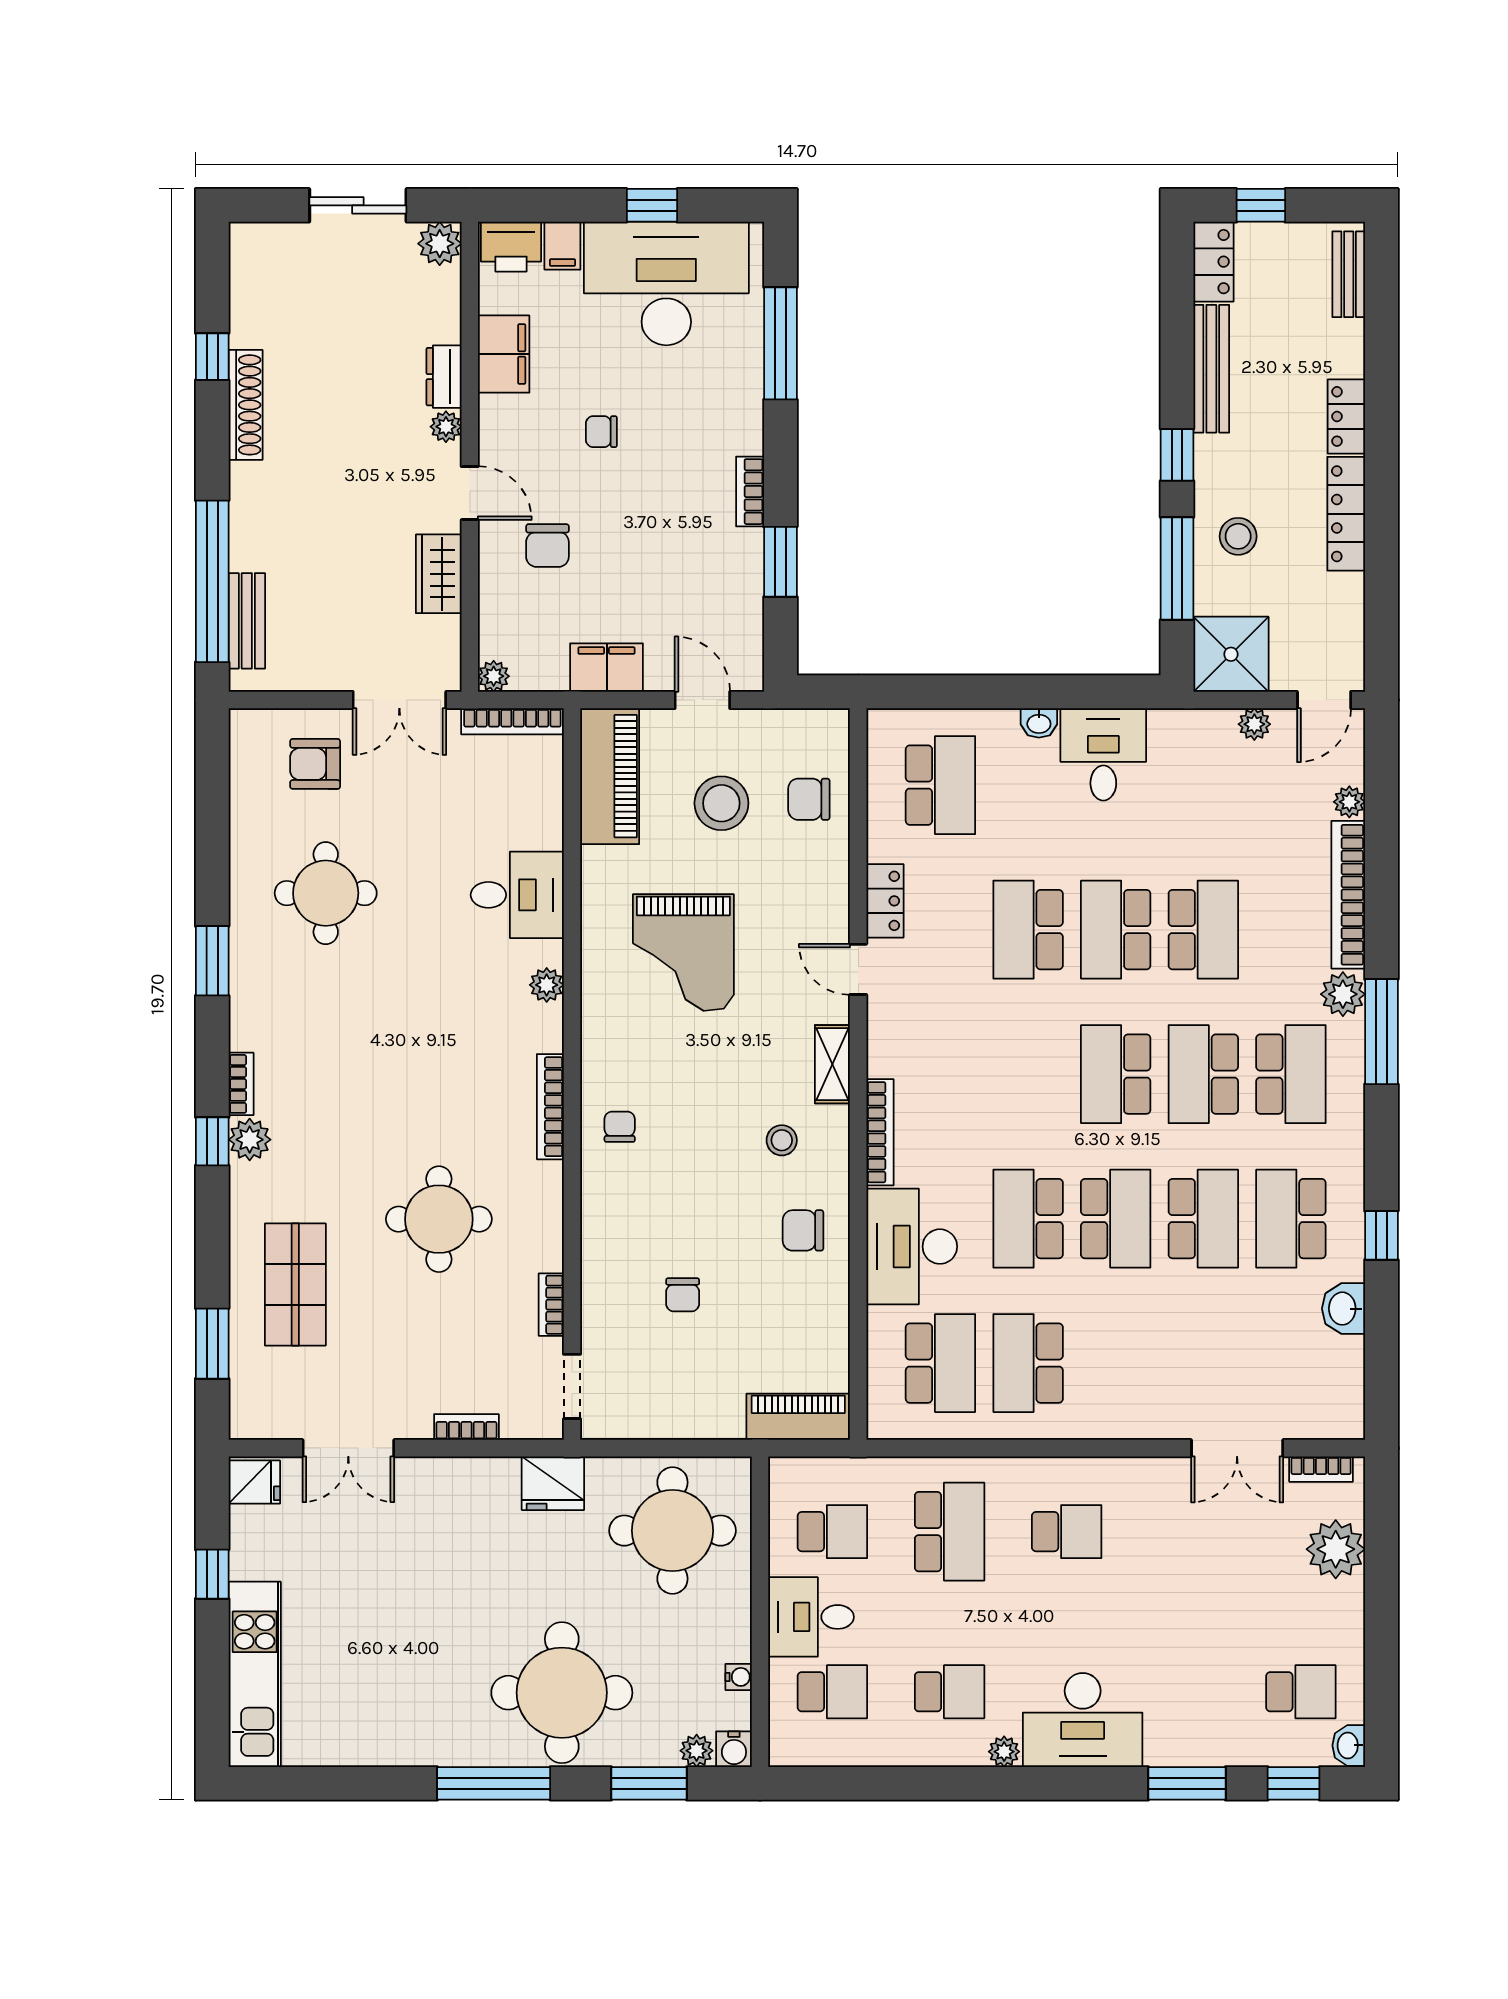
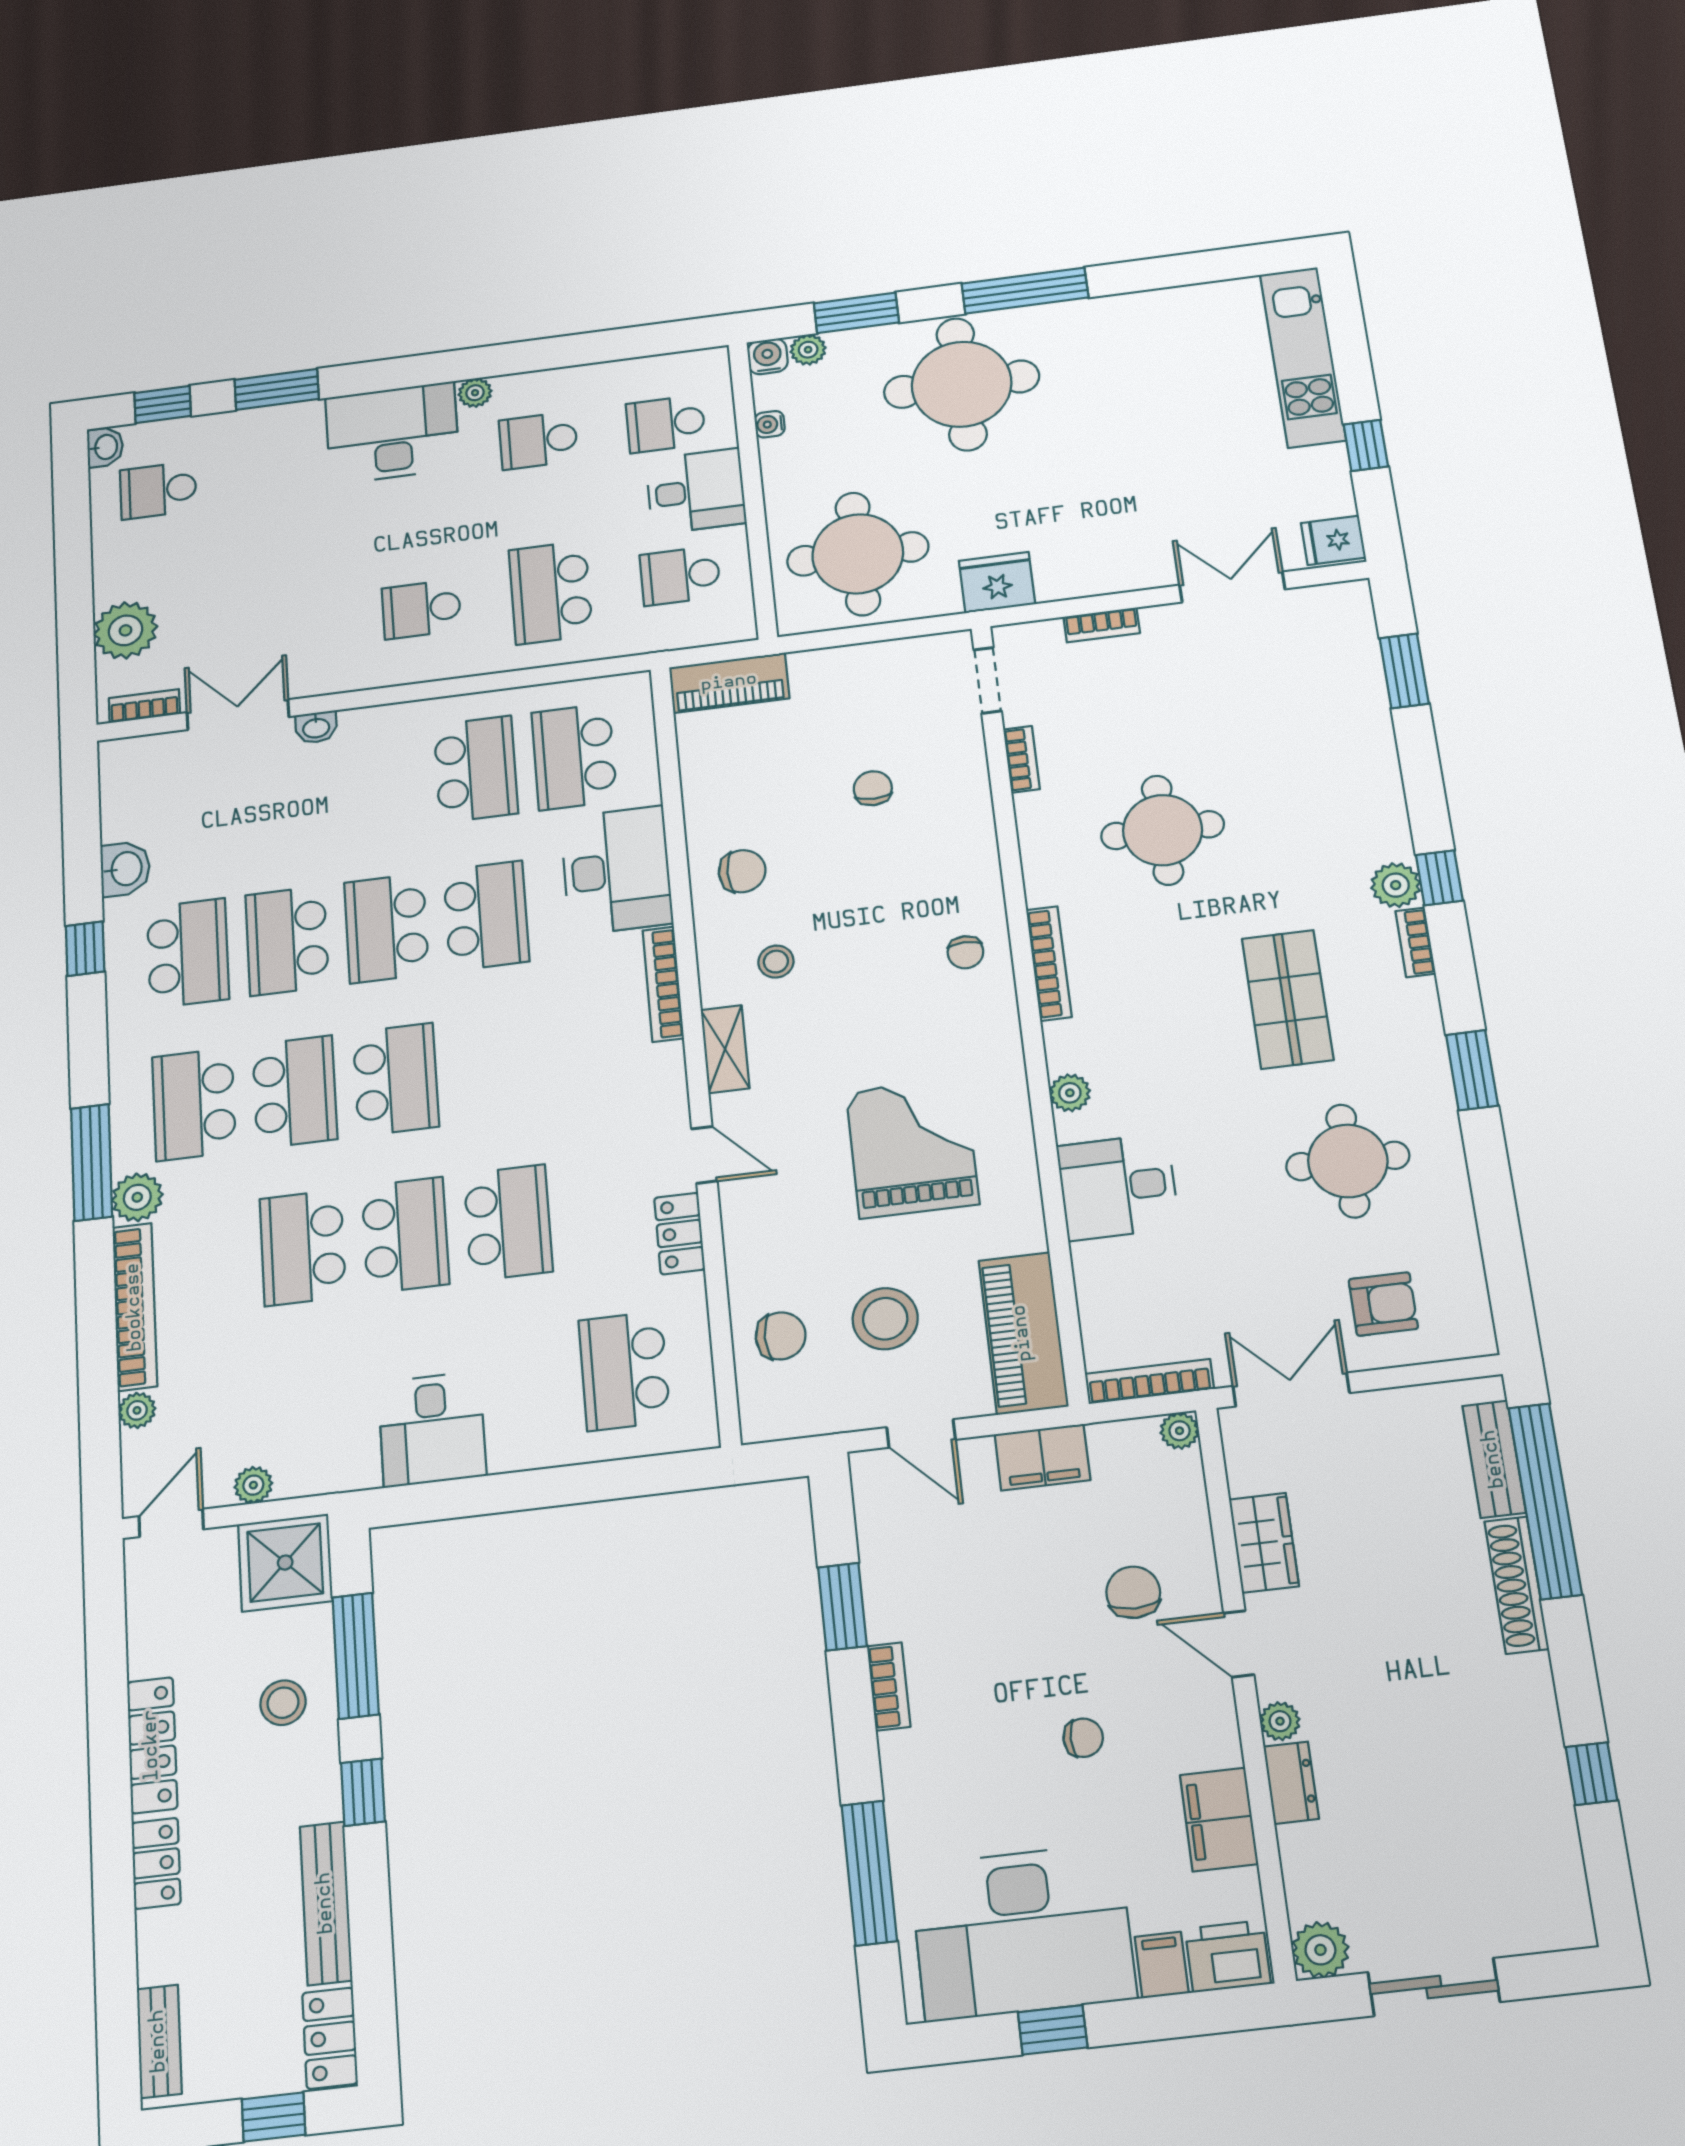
shoe rack: (246, 405) -> (1516, 1585), moved
washbasin: (1039, 723) -> (316, 727), moved, turned 180
shop shelf: (295, 1284) -> (1288, 999), moved

